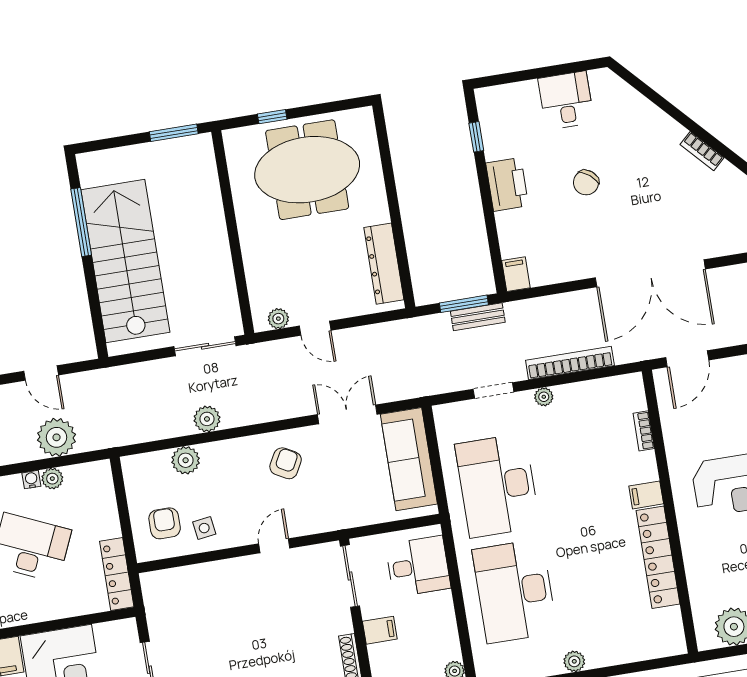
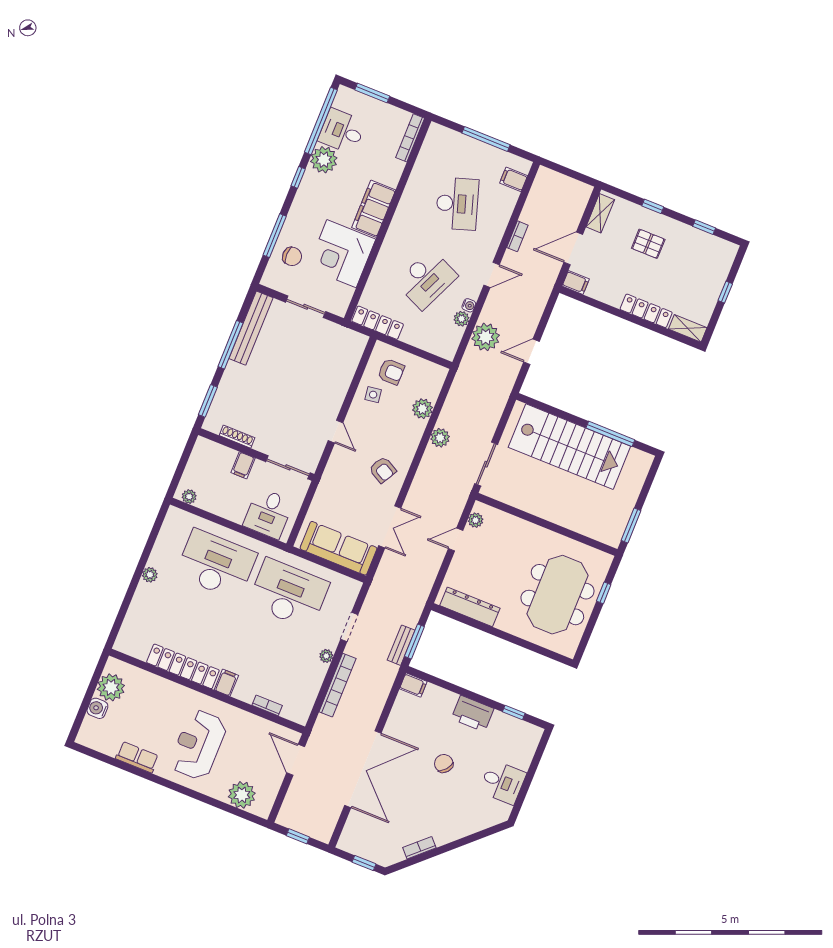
double door: (650, 273) -> (363, 769), swing flipped

